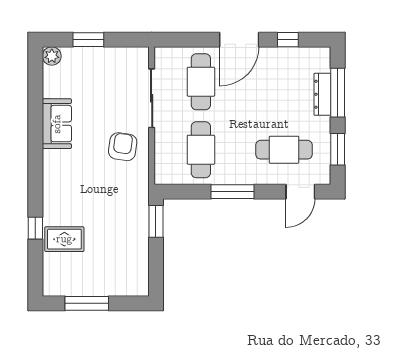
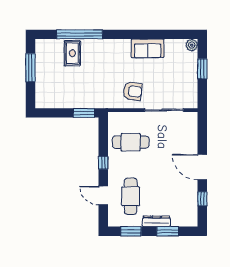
cafe table: (201, 82) -> (175, 142), removed
window: (338, 93) -> (168, 231), width x0.69
dresser: (322, 94) -> (156, 221), moved
window: (233, 192) -> (103, 163), width x0.46
door: (300, 192) -> (103, 196), moved
window: (35, 228) -> (80, 34), width x3.17

